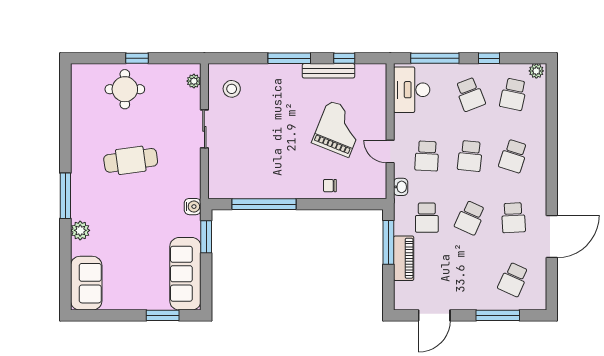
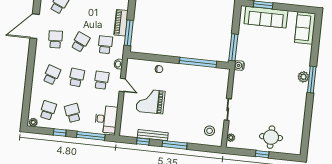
grand piano: (339, 129) -> (151, 101), turned 68
cafe table: (131, 160) -> (272, 96), removed
plant: (80, 230) -> (303, 77), moved
window: (206, 237) -> (233, 47), width x1.44
sofa: (185, 274) -> (266, 17), moved, turned 90

